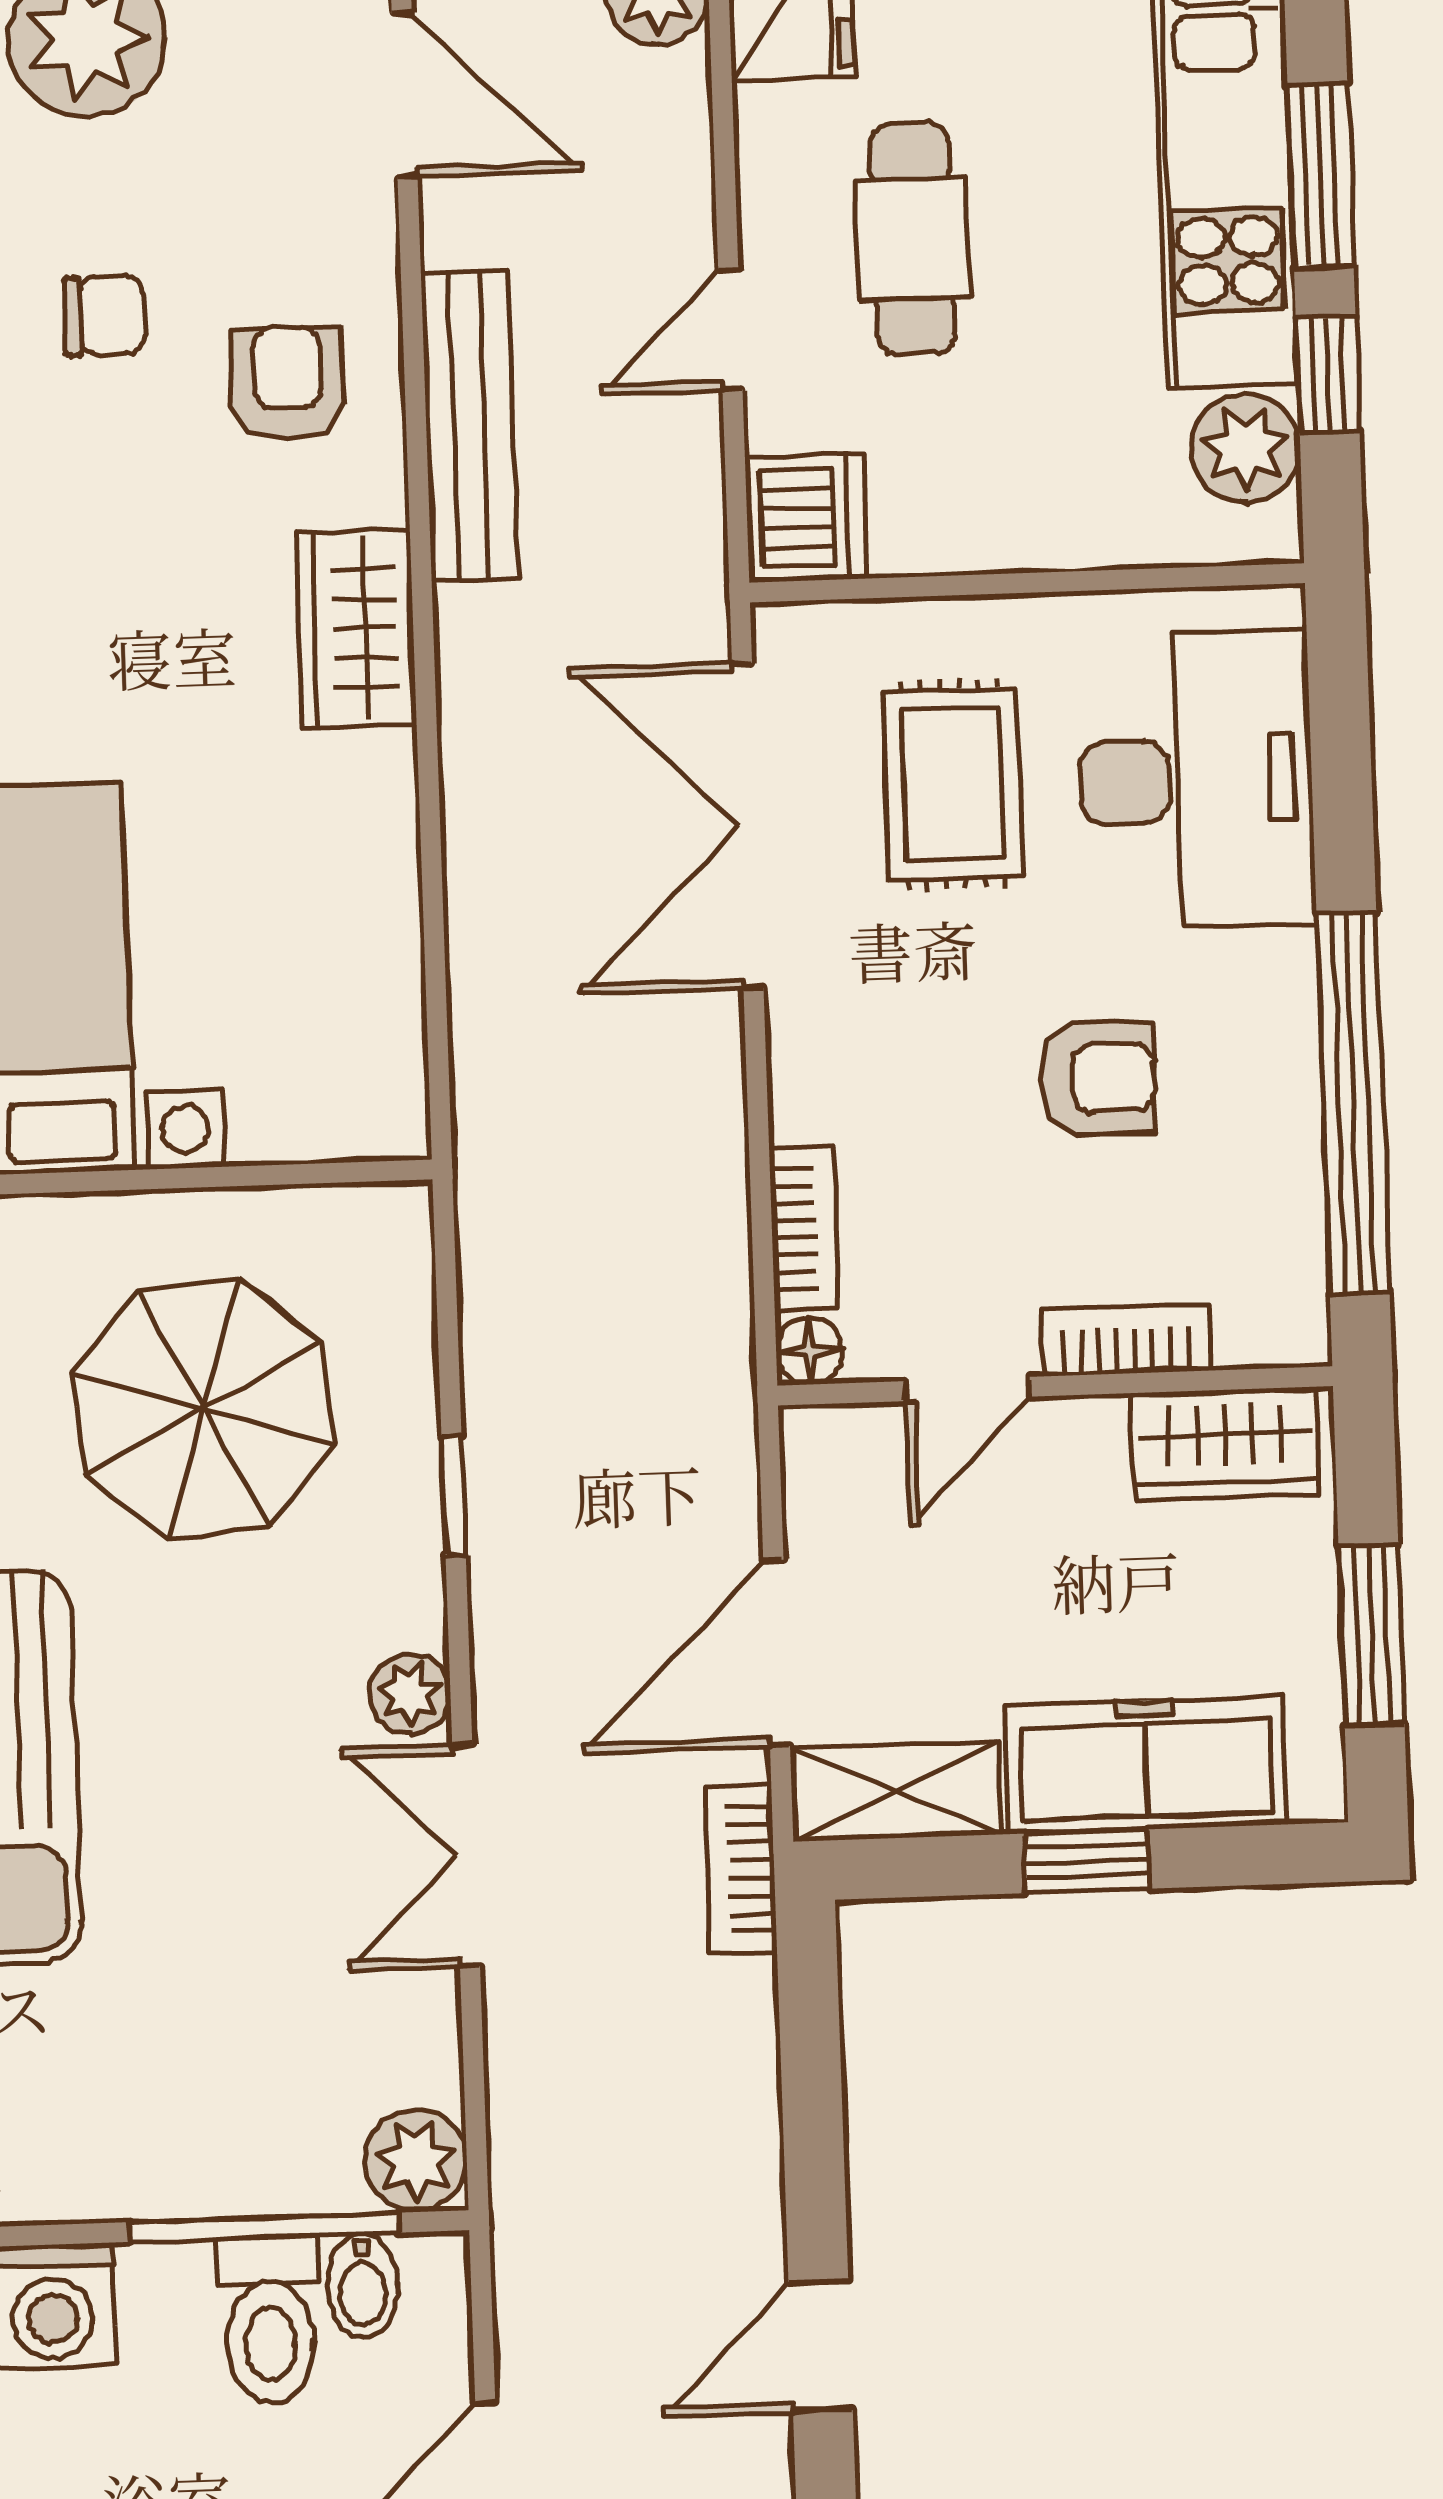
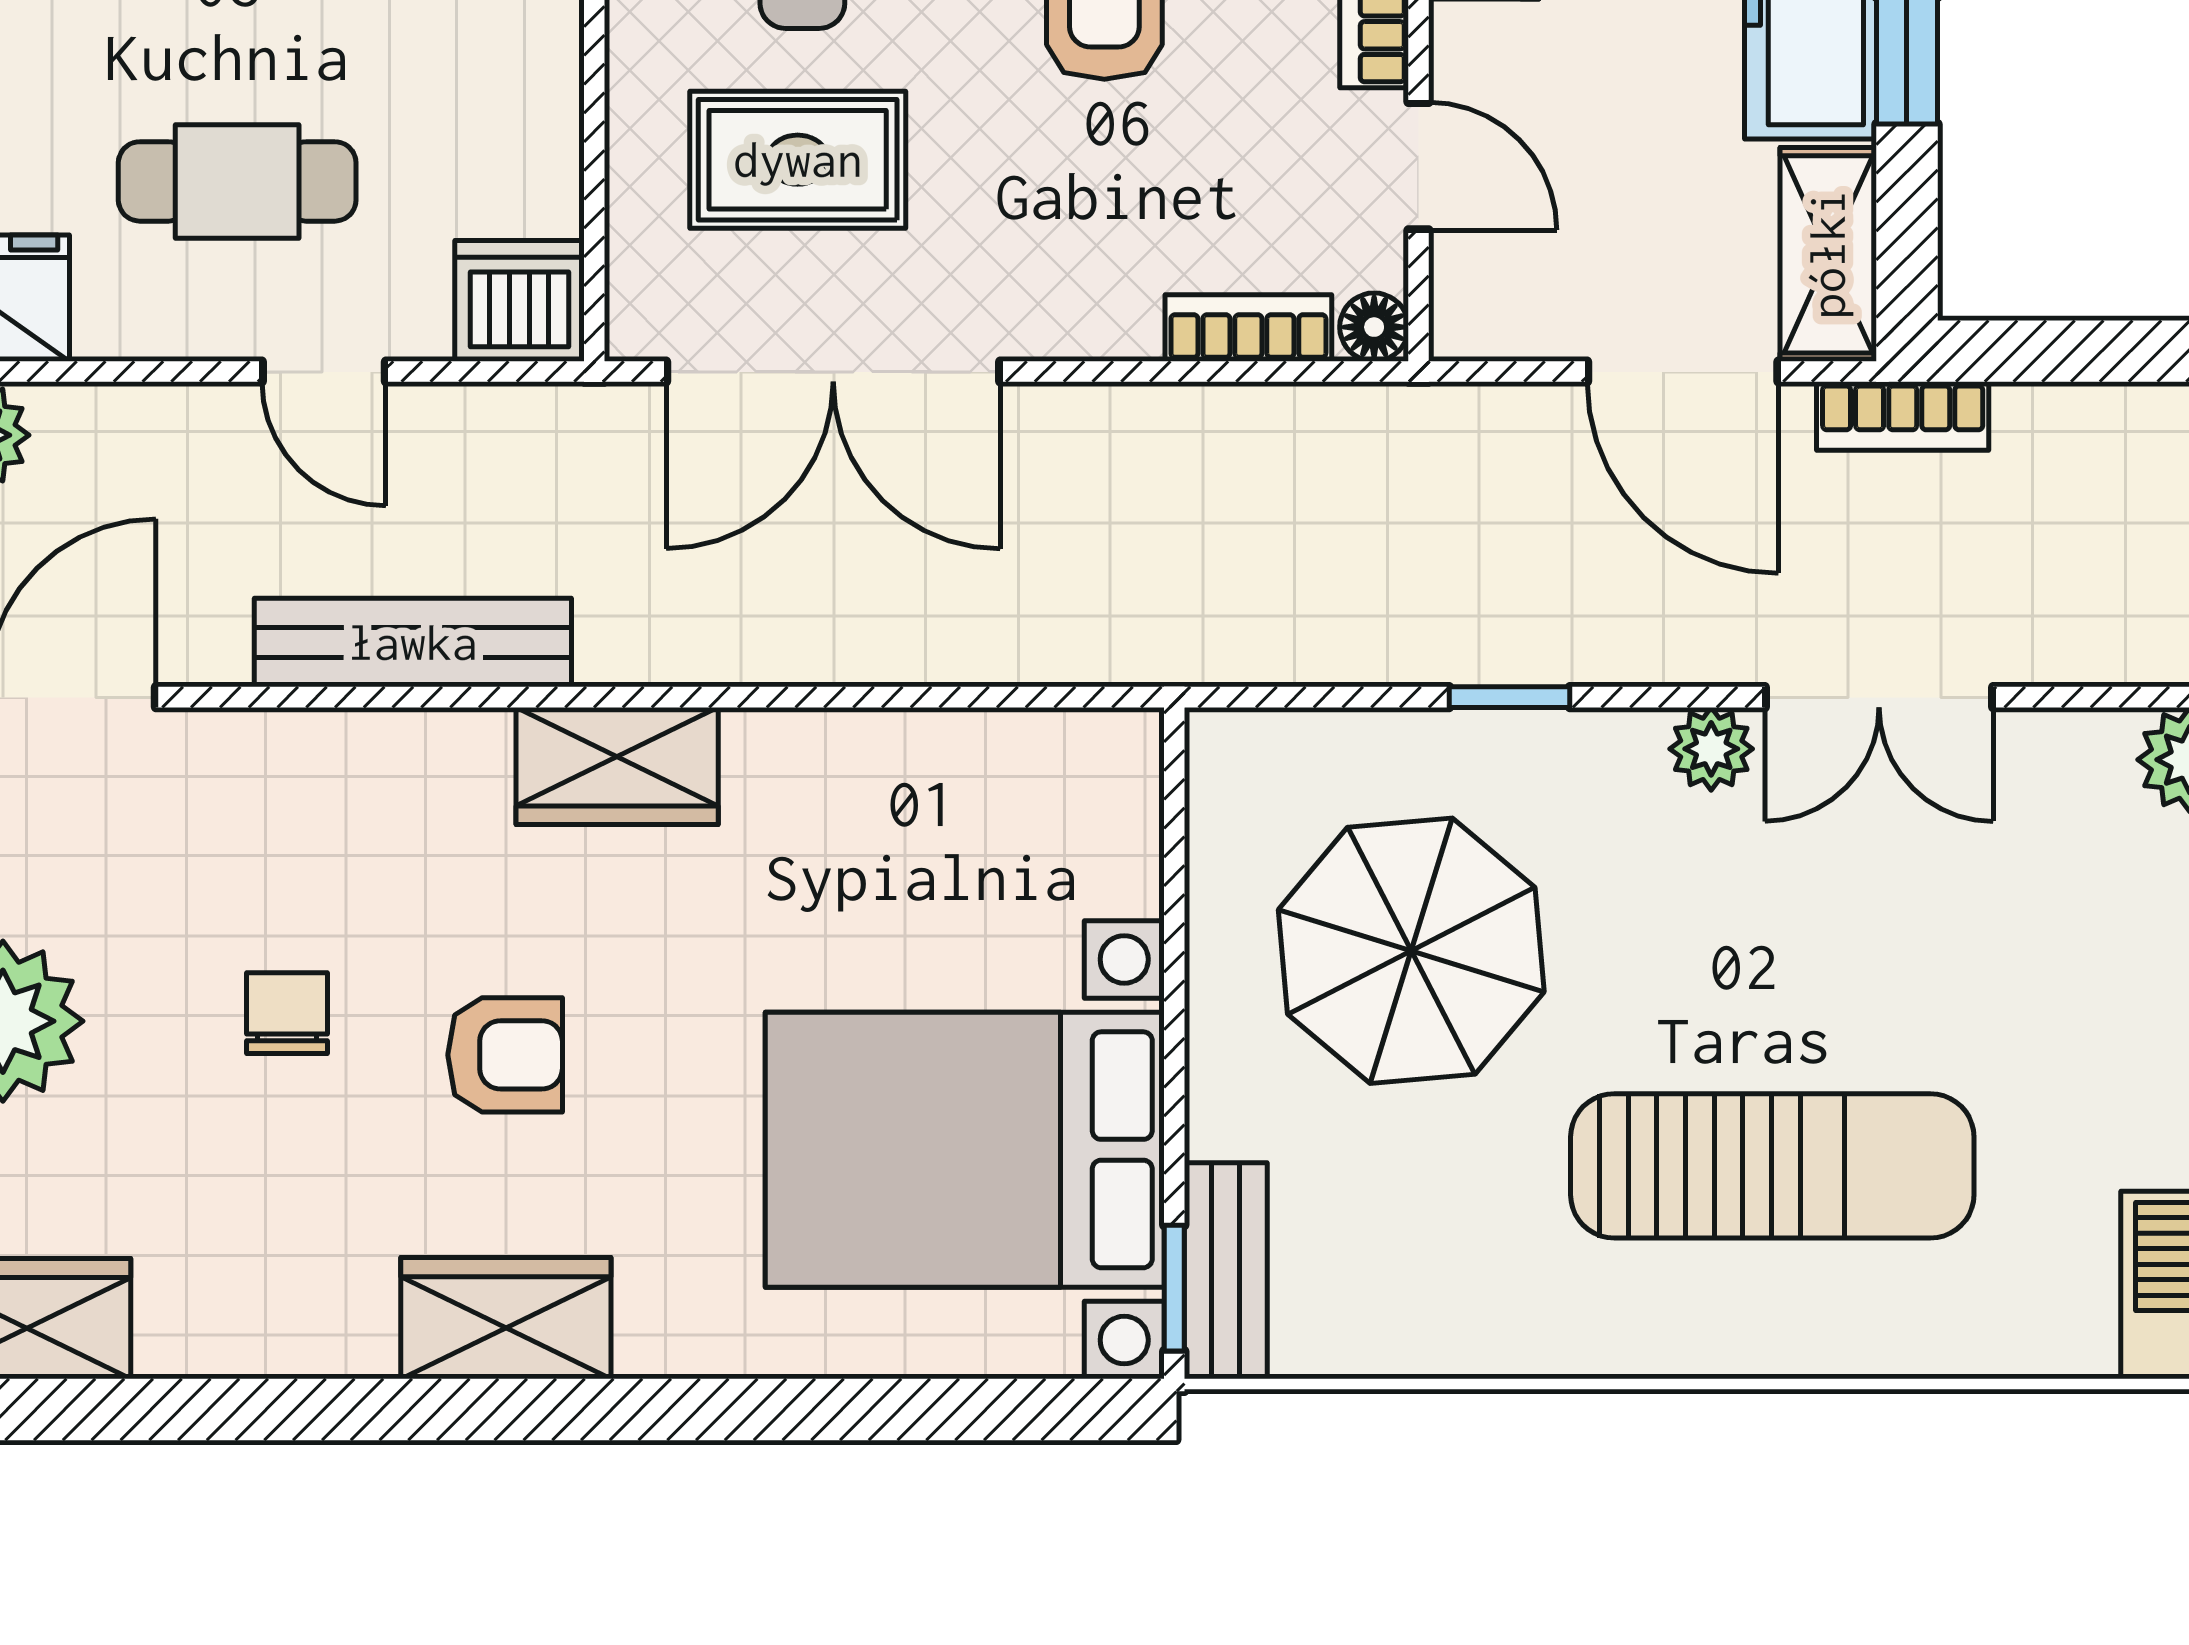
armchair: (287, 383) -> (505, 1055), moved, turned 180

